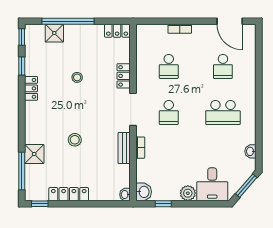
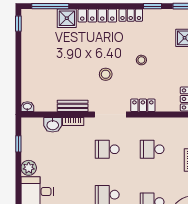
stool: (75, 140) -> (106, 74), moved
washbasin: (144, 192) -> (53, 125), moved
locker: (69, 194) -> (97, 16), moved, turned 90

